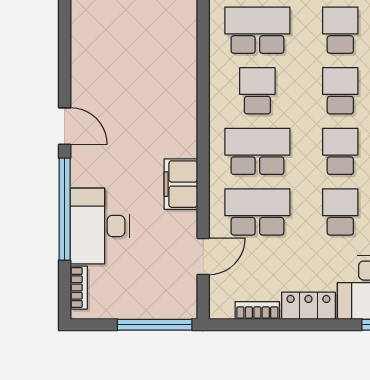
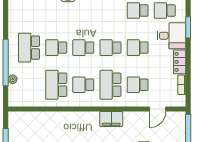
filing cabinet: (181, 184) -> (111, 119), moved
school desk: (257, 212) -> (138, 85), width x0.54
door: (203, 256) -> (158, 109), swing flipped

